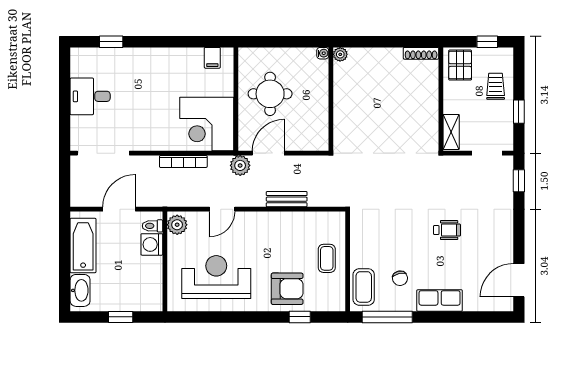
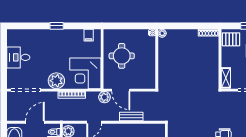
window: (111, 42) -> (57, 26), moved
pallet: (460, 65) -> (231, 39), turned 90
plant: (156, 137) -> (56, 81), added
door: (268, 153) -> (121, 90), swing flipped

